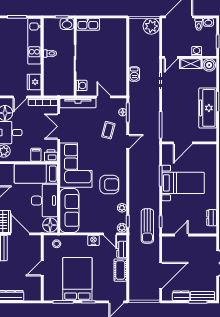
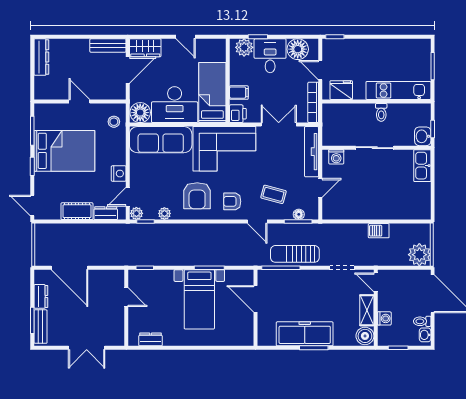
barbecue: (134, 74) -> (379, 231), moved
armchair: (113, 159) -> (232, 201), added
sun lounger: (147, 226) -> (295, 254), moved

